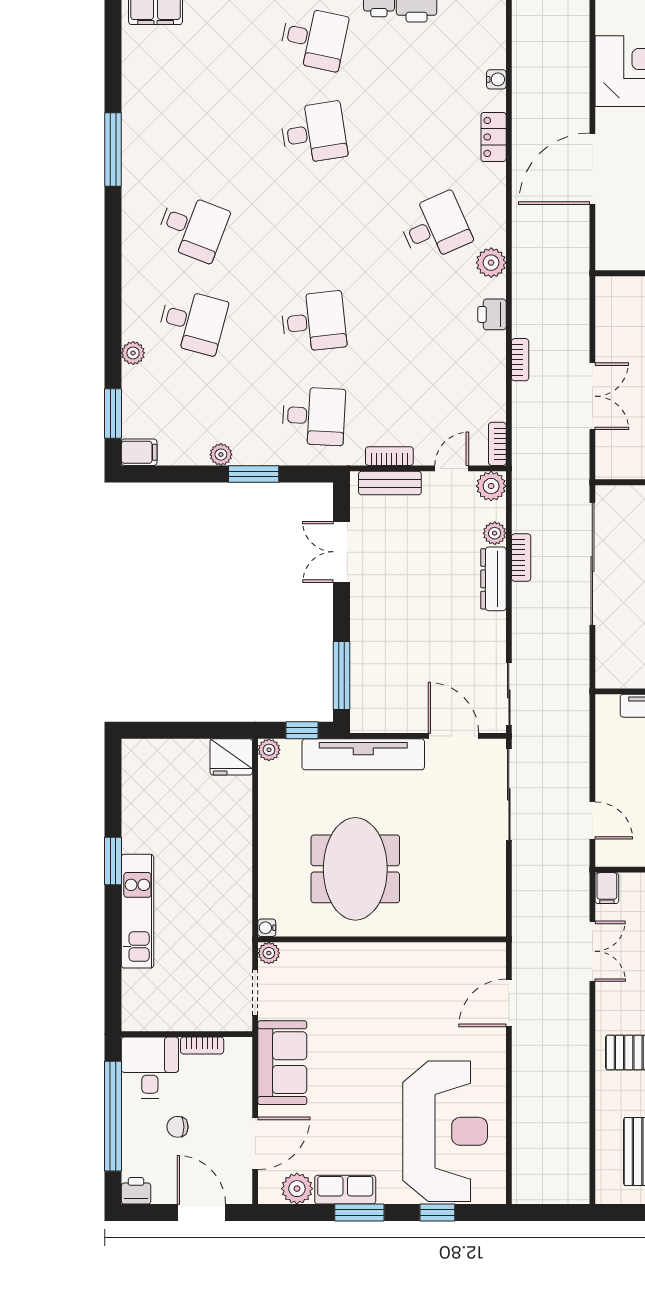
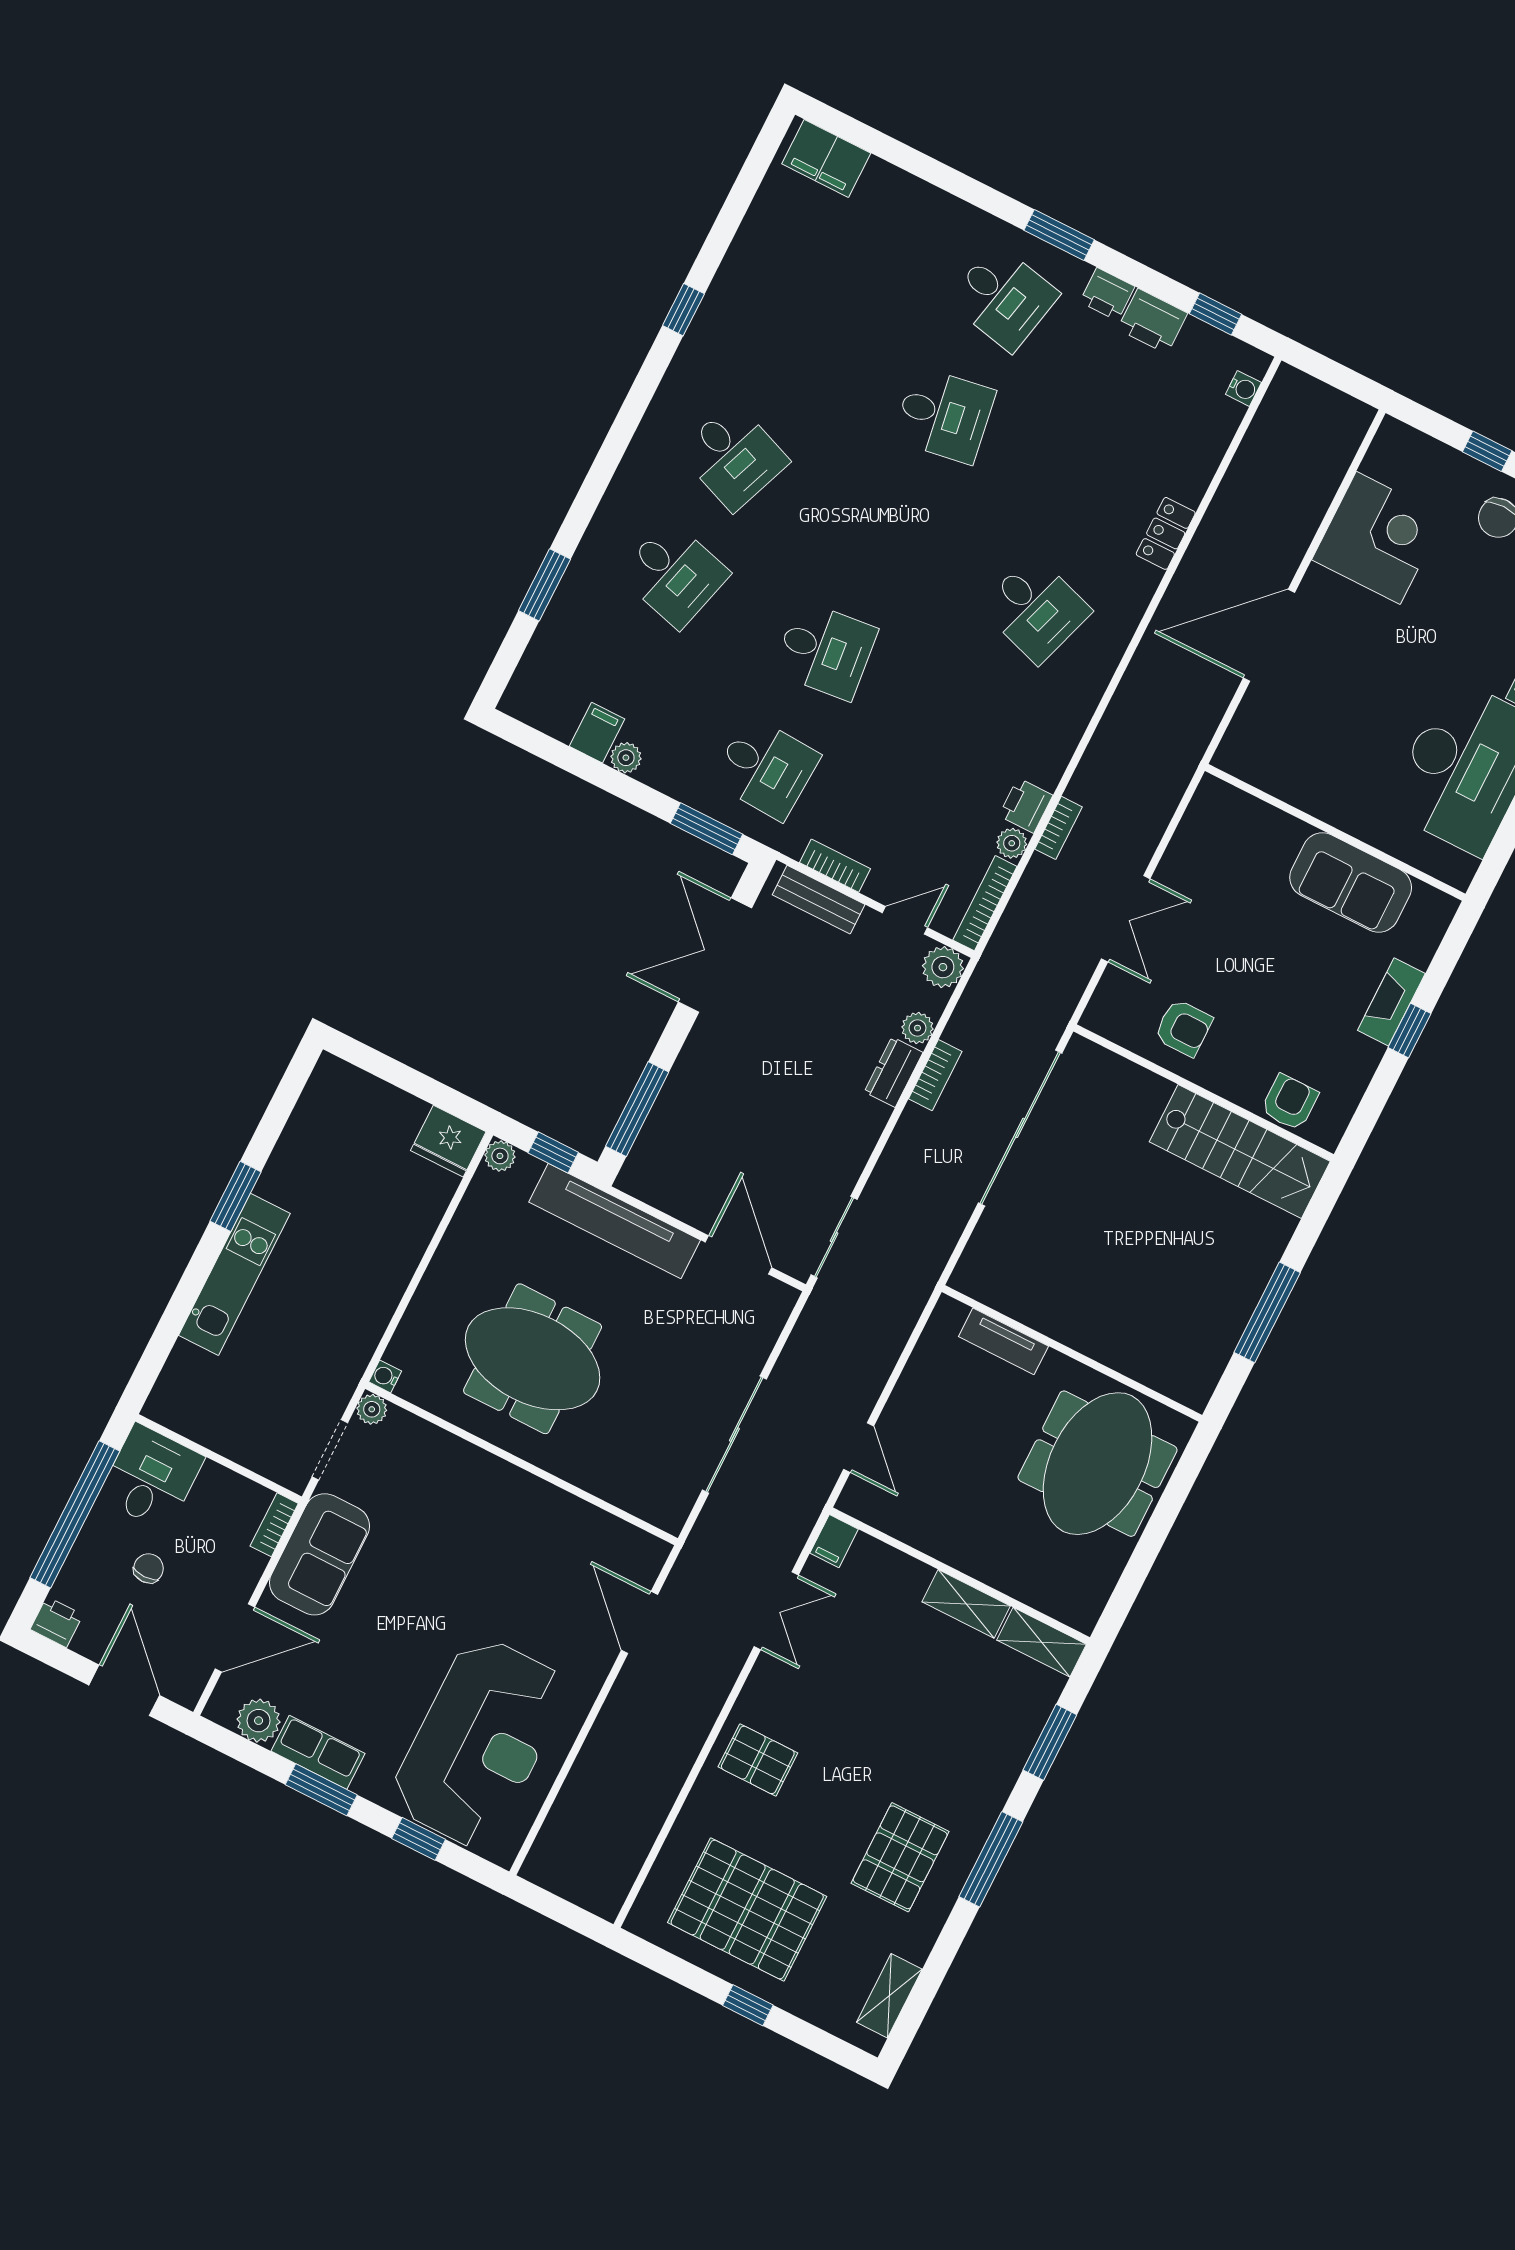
water cooler: (496, 79) -> (1243, 388), moved
window: (113, 150) -> (683, 310), width x0.46
desk: (435, 227) -> (1036, 609), turned 42
plant: (491, 263) -> (1012, 843), moved, width x0.73, depth x0.73
printer: (492, 314) -> (1026, 805), moved
plant: (133, 353) -> (580, 576), removed
window: (113, 413) -> (544, 585), moved
bookcase: (497, 444) -> (985, 903), width x1.56
filing cabinet: (139, 452) -> (597, 733), moved, turned -90
window: (254, 474) -> (707, 829), moved
double door: (342, 552) -> (715, 955), width x1.37
dresser: (493, 579) -> (894, 1072), width x0.70
sliding door: (509, 794) -> (734, 1435), moved
meeting table: (355, 869) -> (533, 1359), turned 90
door: (509, 1003) -> (640, 1622), hinge flipped
bookcase: (202, 1046) -> (274, 1525), moved, turned 90
chair: (177, 1127) -> (148, 1568), turned 90

